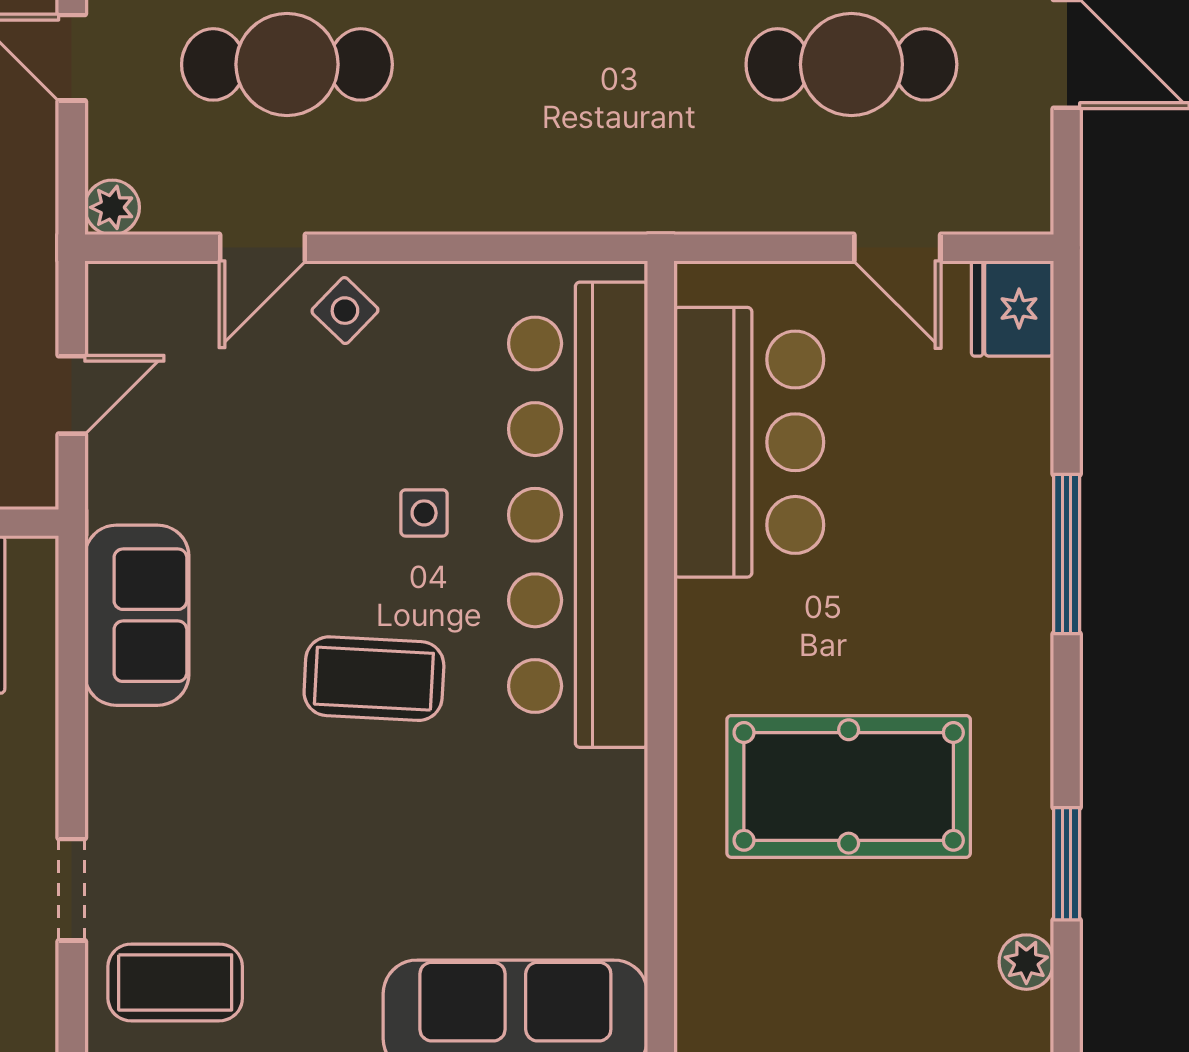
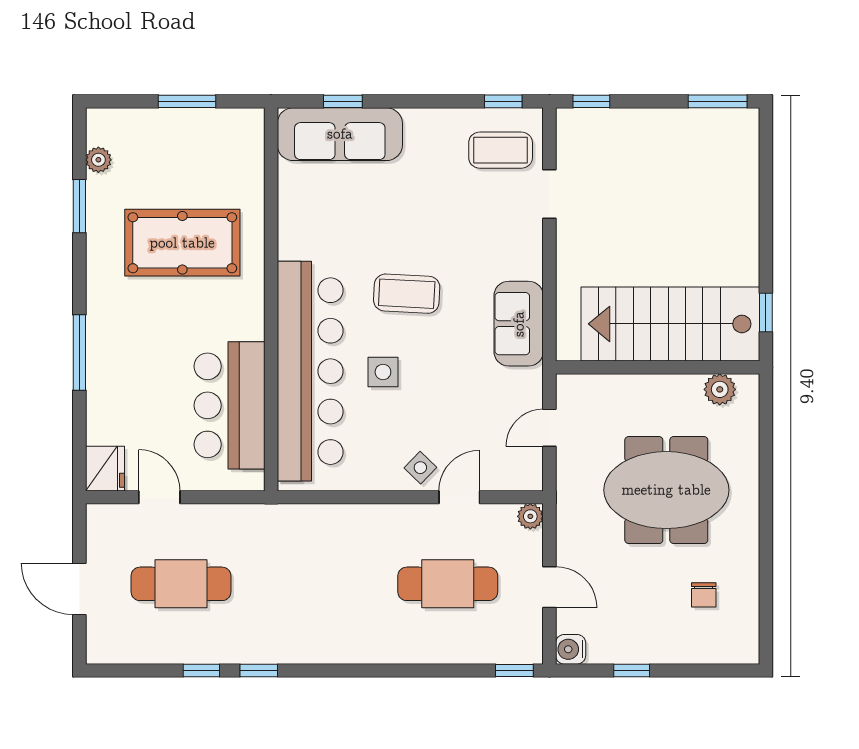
side table: (424, 513) -> (383, 372), width x1.37, depth x1.37

